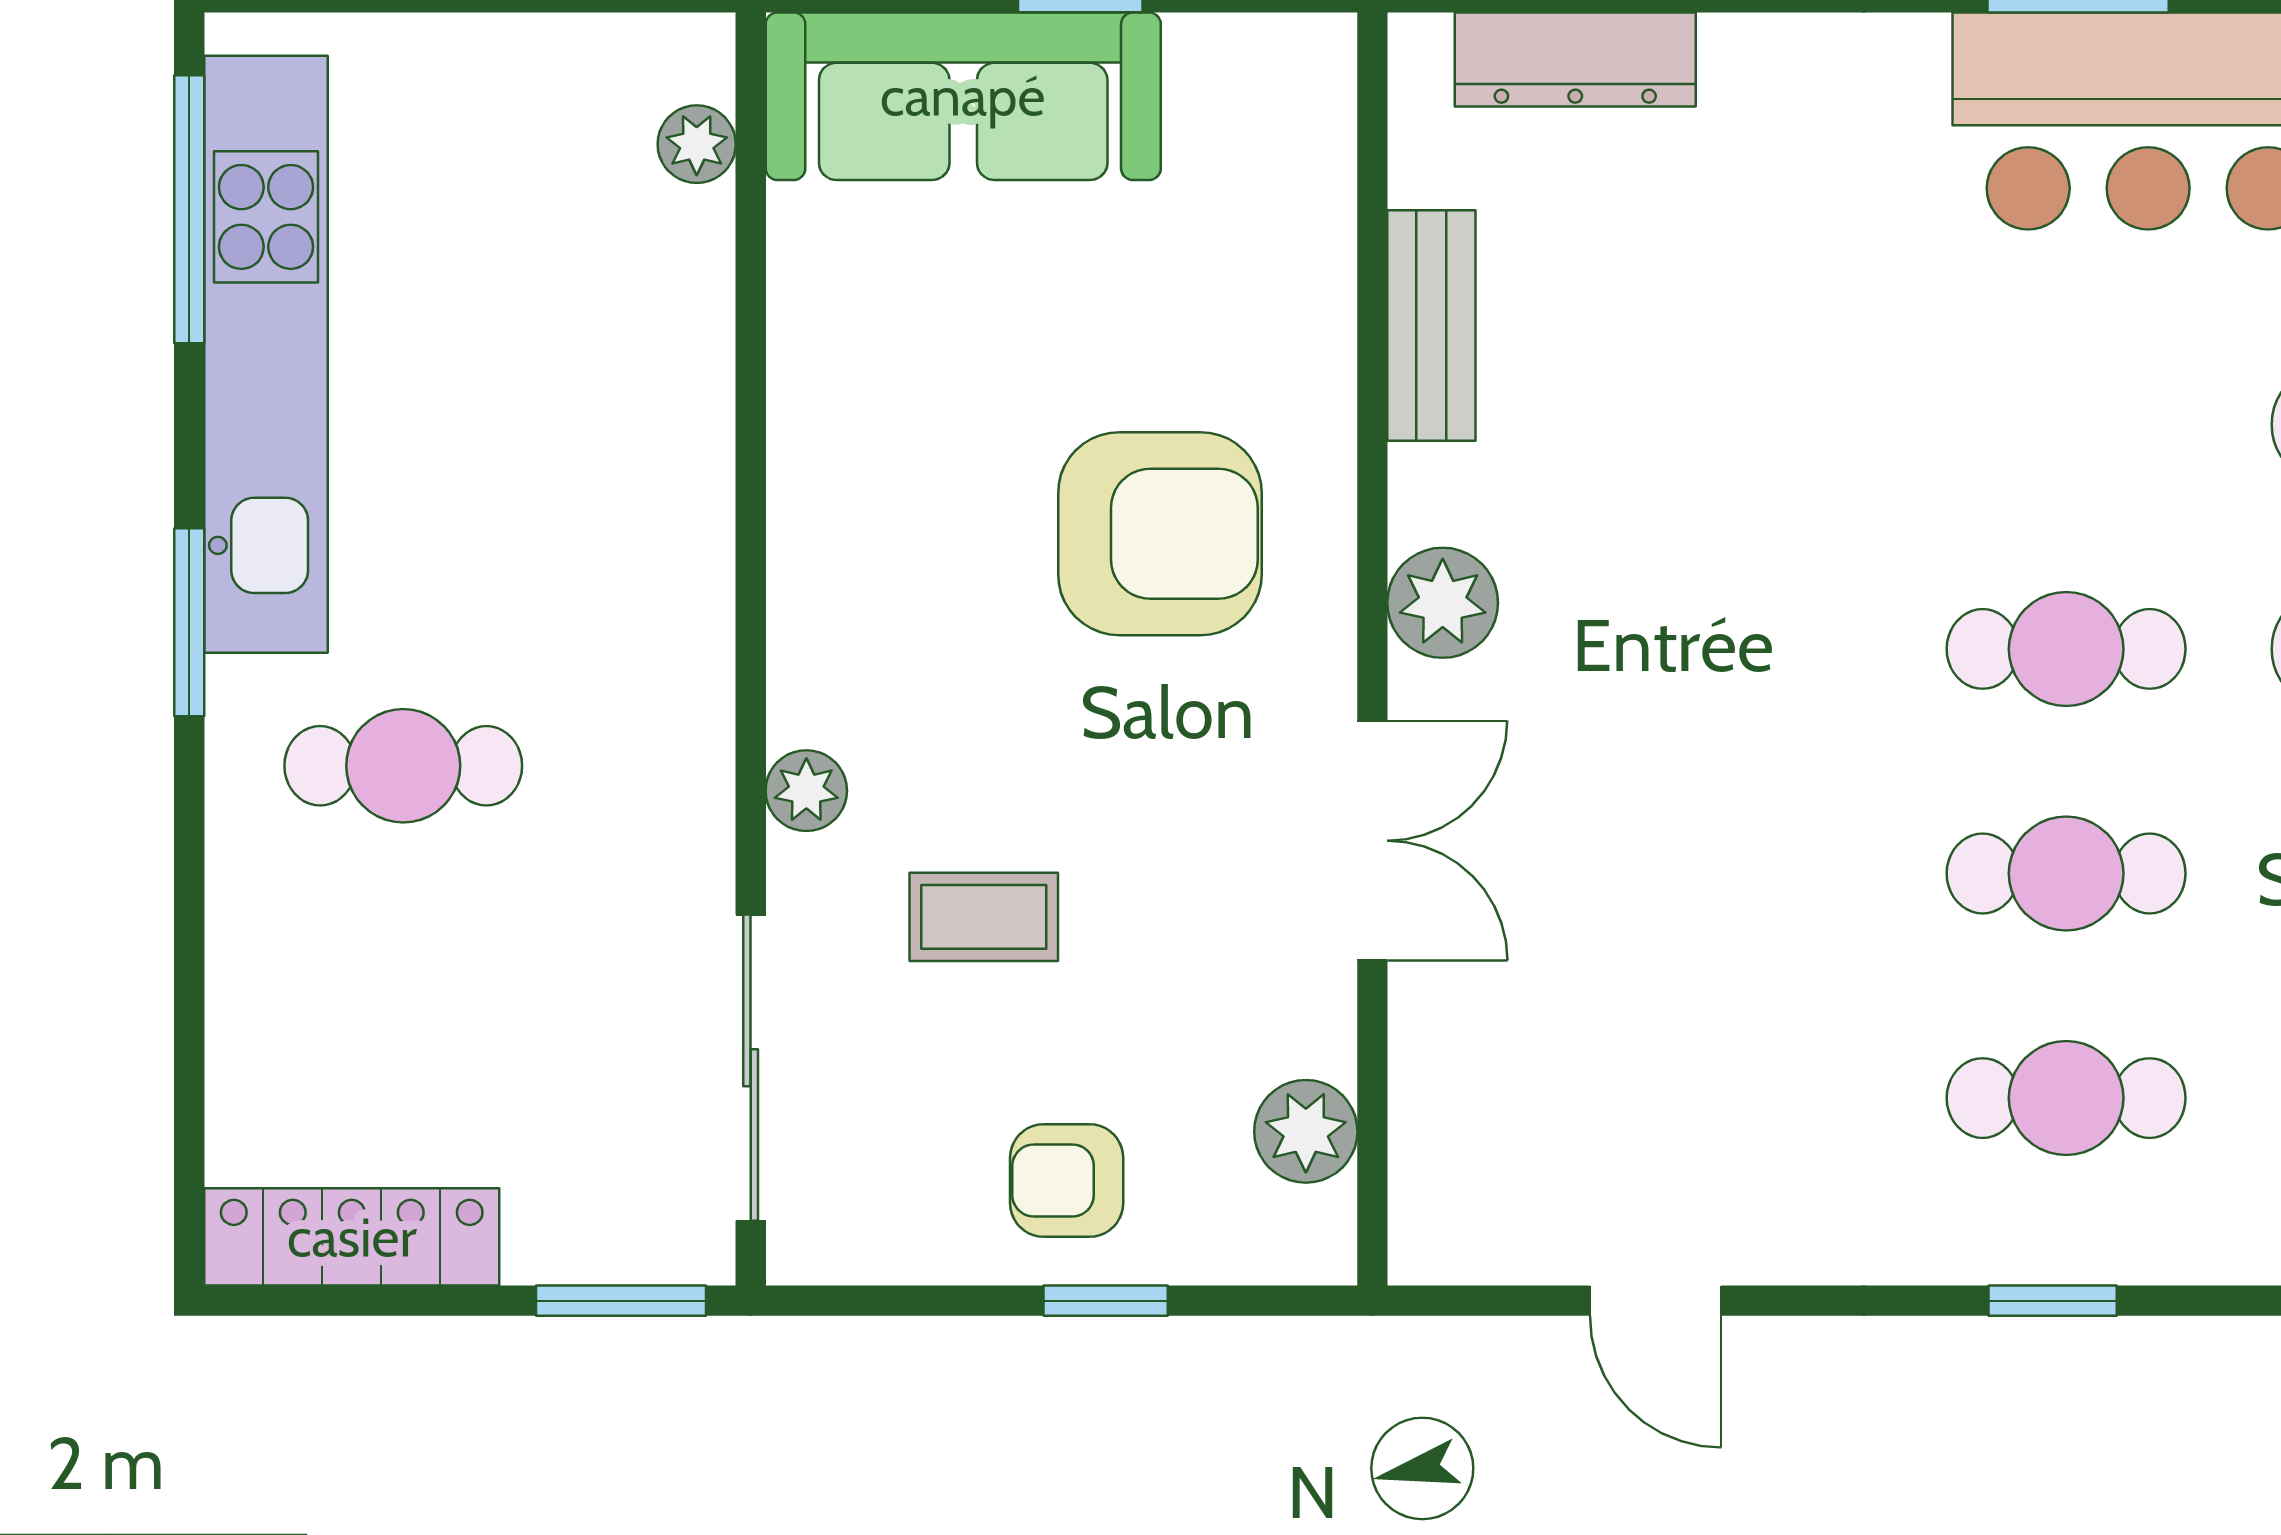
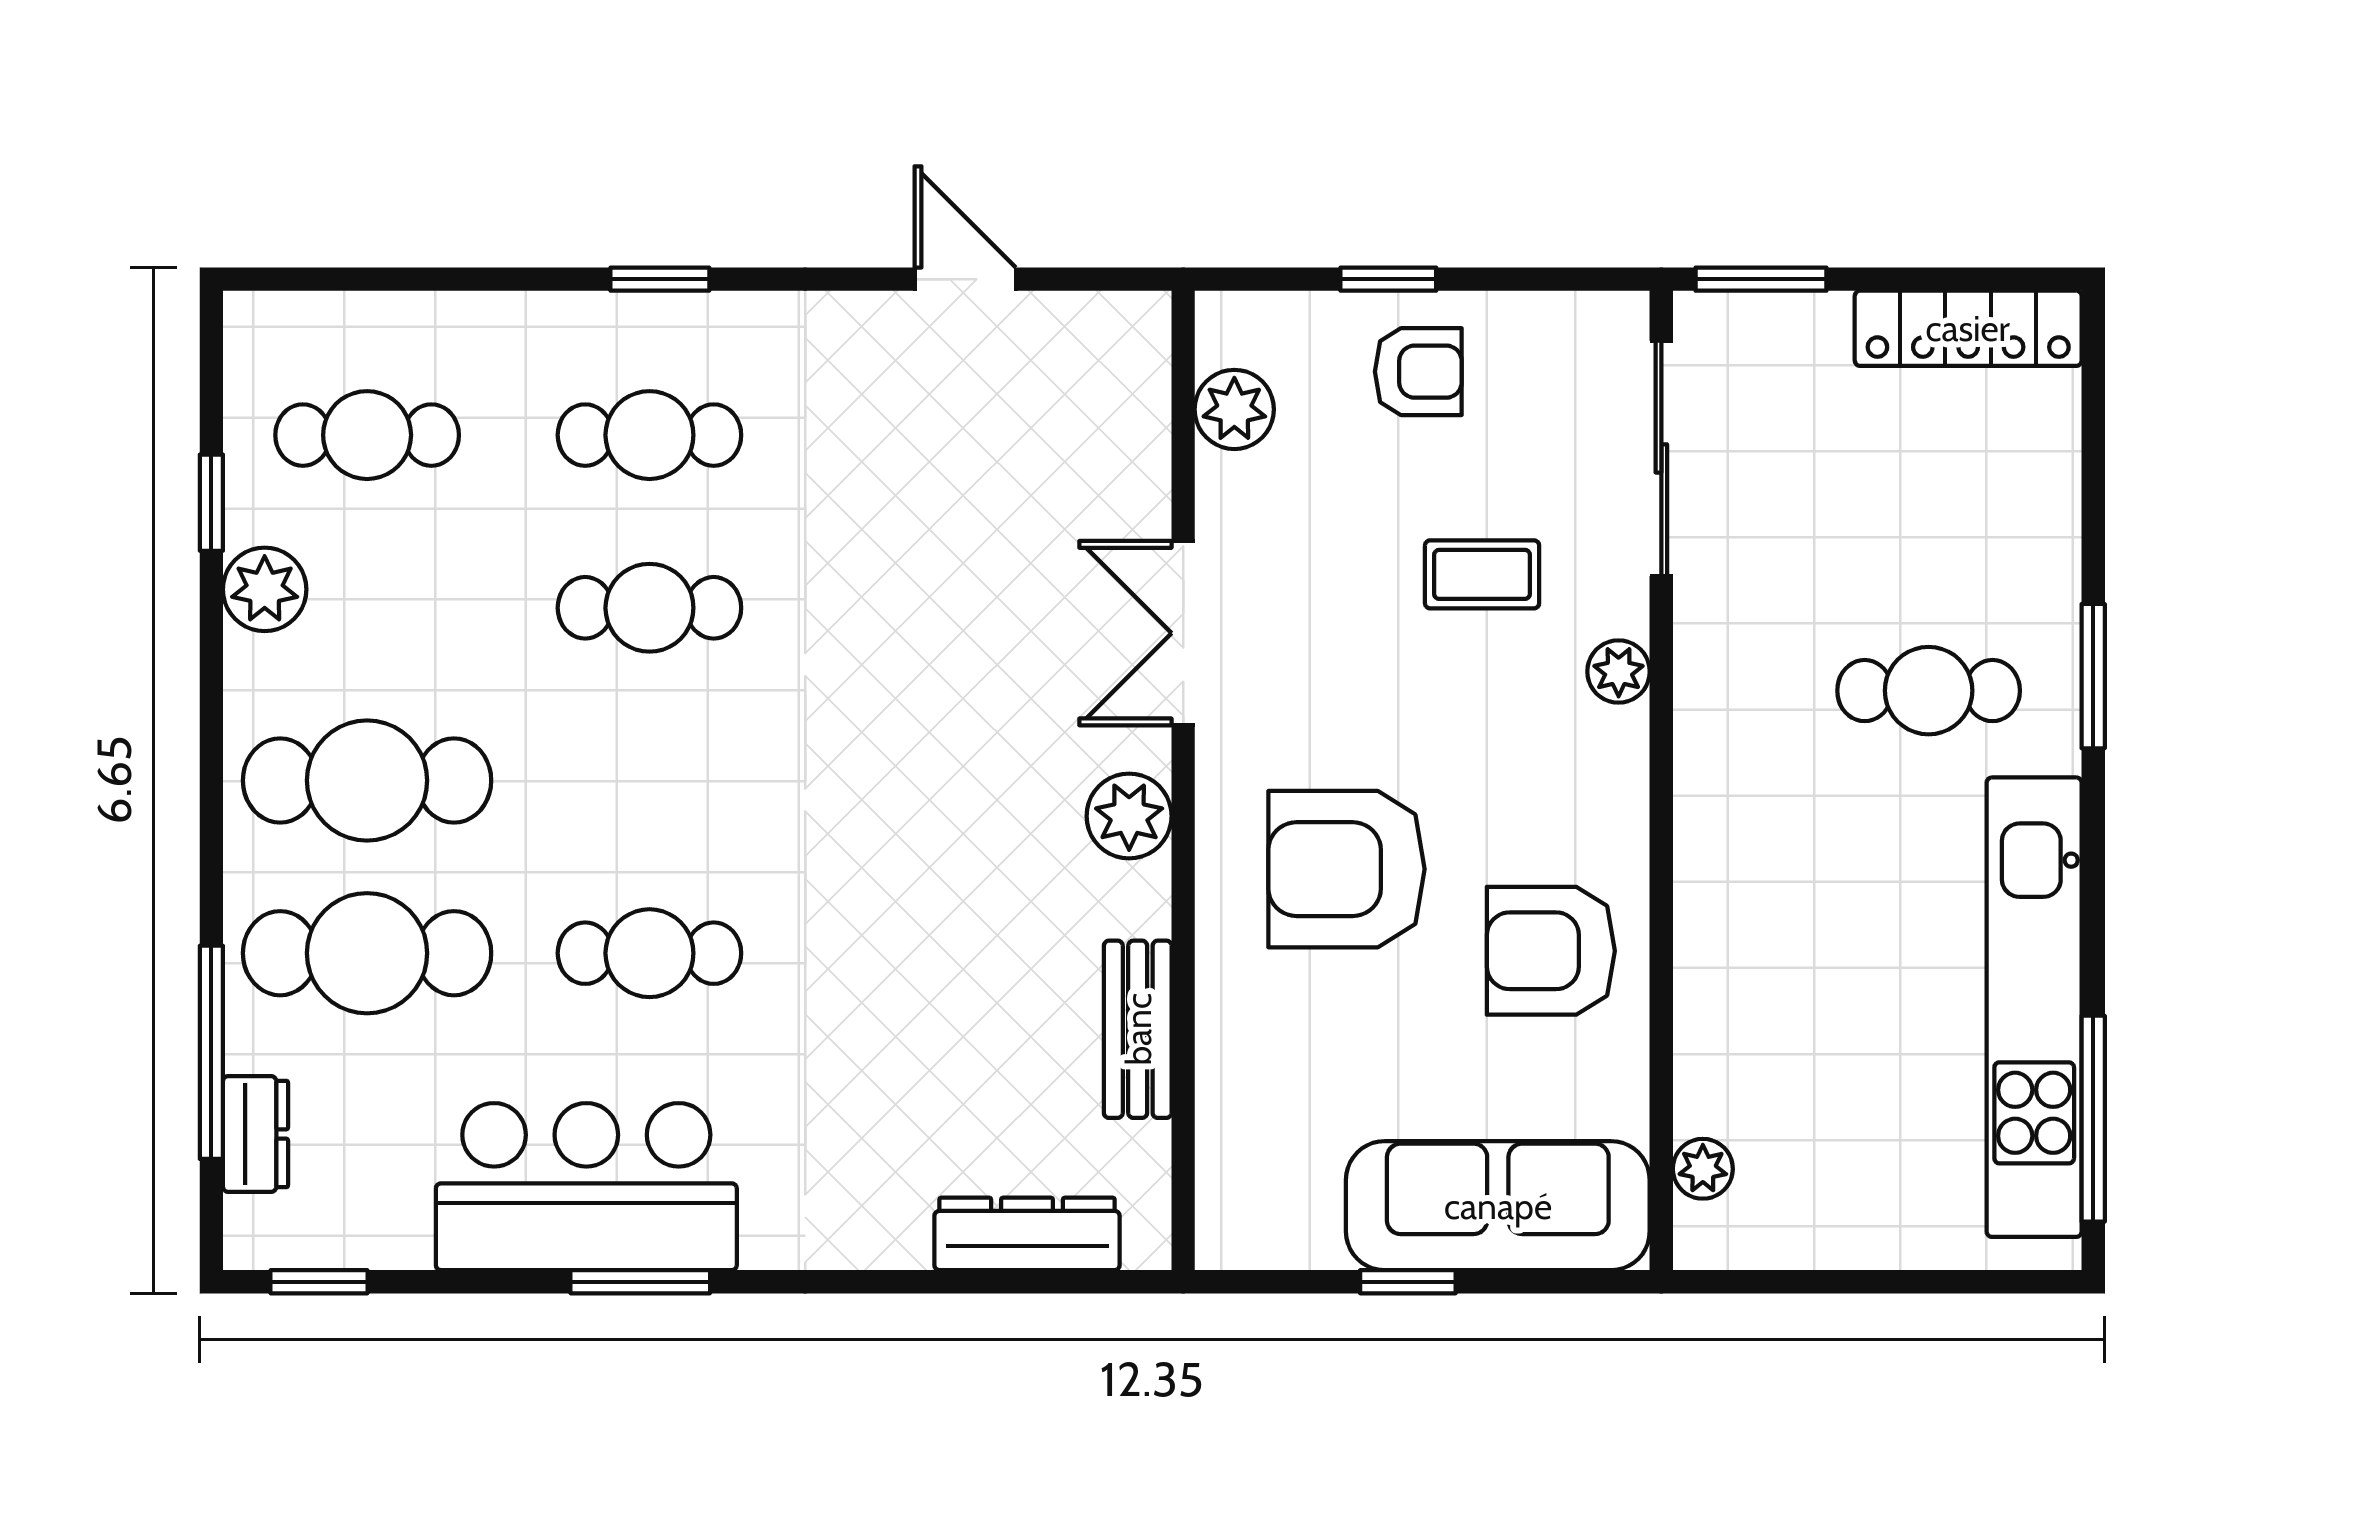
armchair: (894, 428) -> (1551, 951), added
window: (189, 622) -> (2093, 676), moved
cafe table: (2066, 649) -> (649, 953), moved

